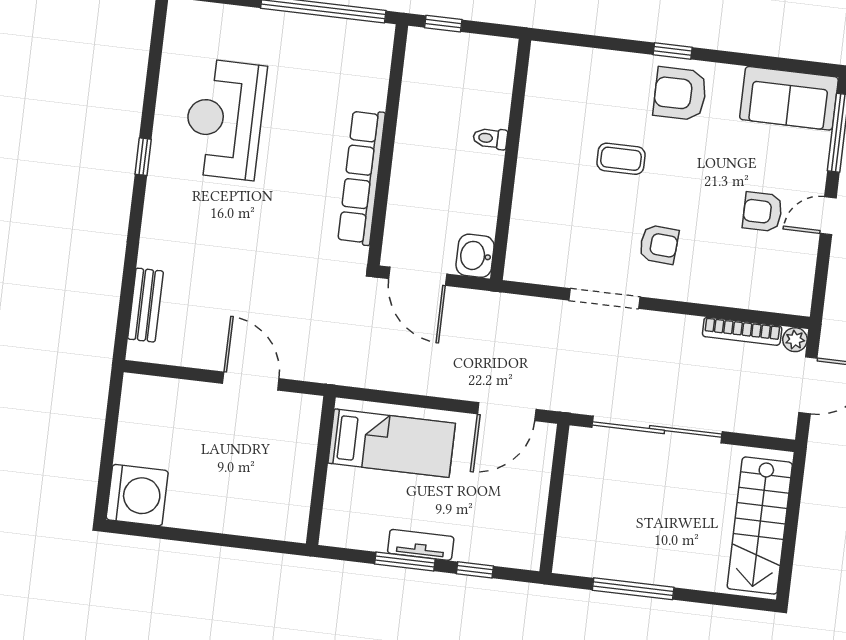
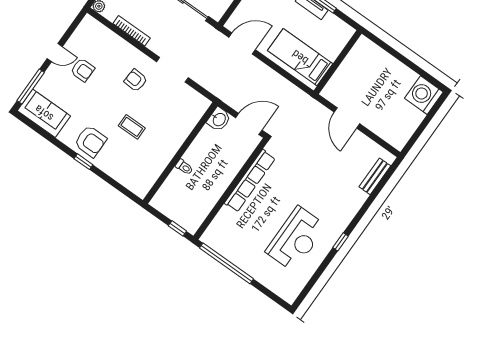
door: (418, 276) -> (249, 124), hinge flipped
bookcase: (742, 331) -> (132, 31), moved

